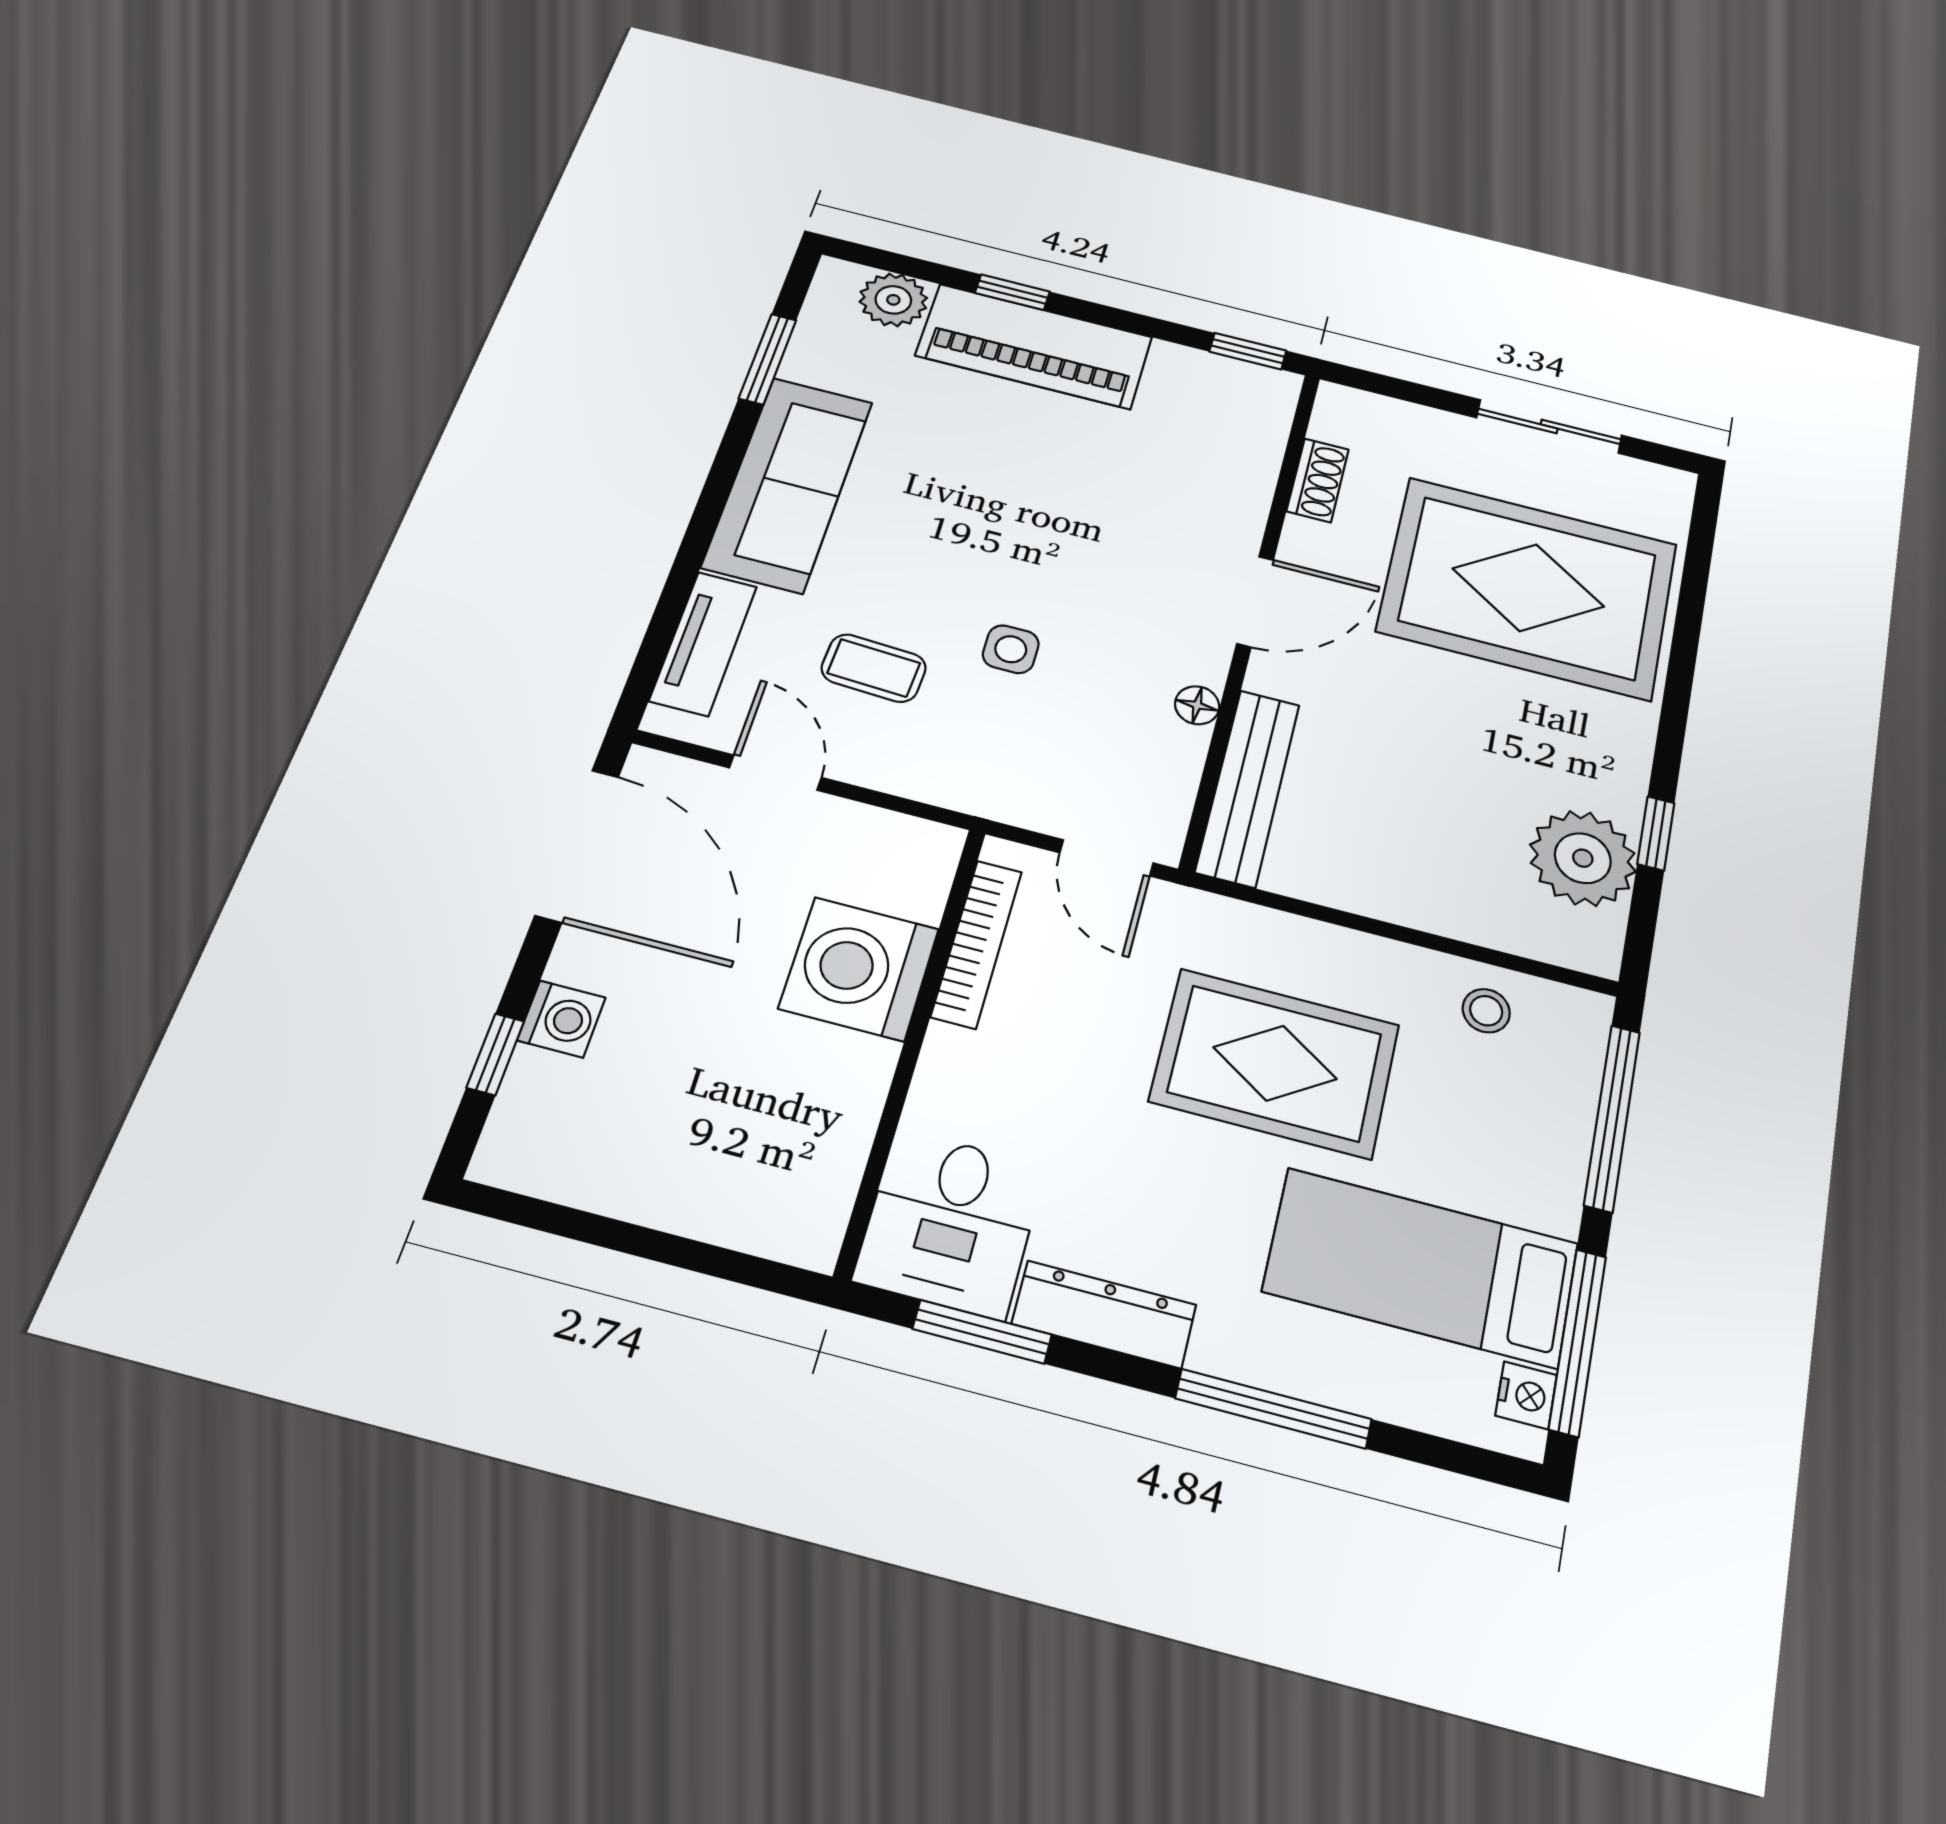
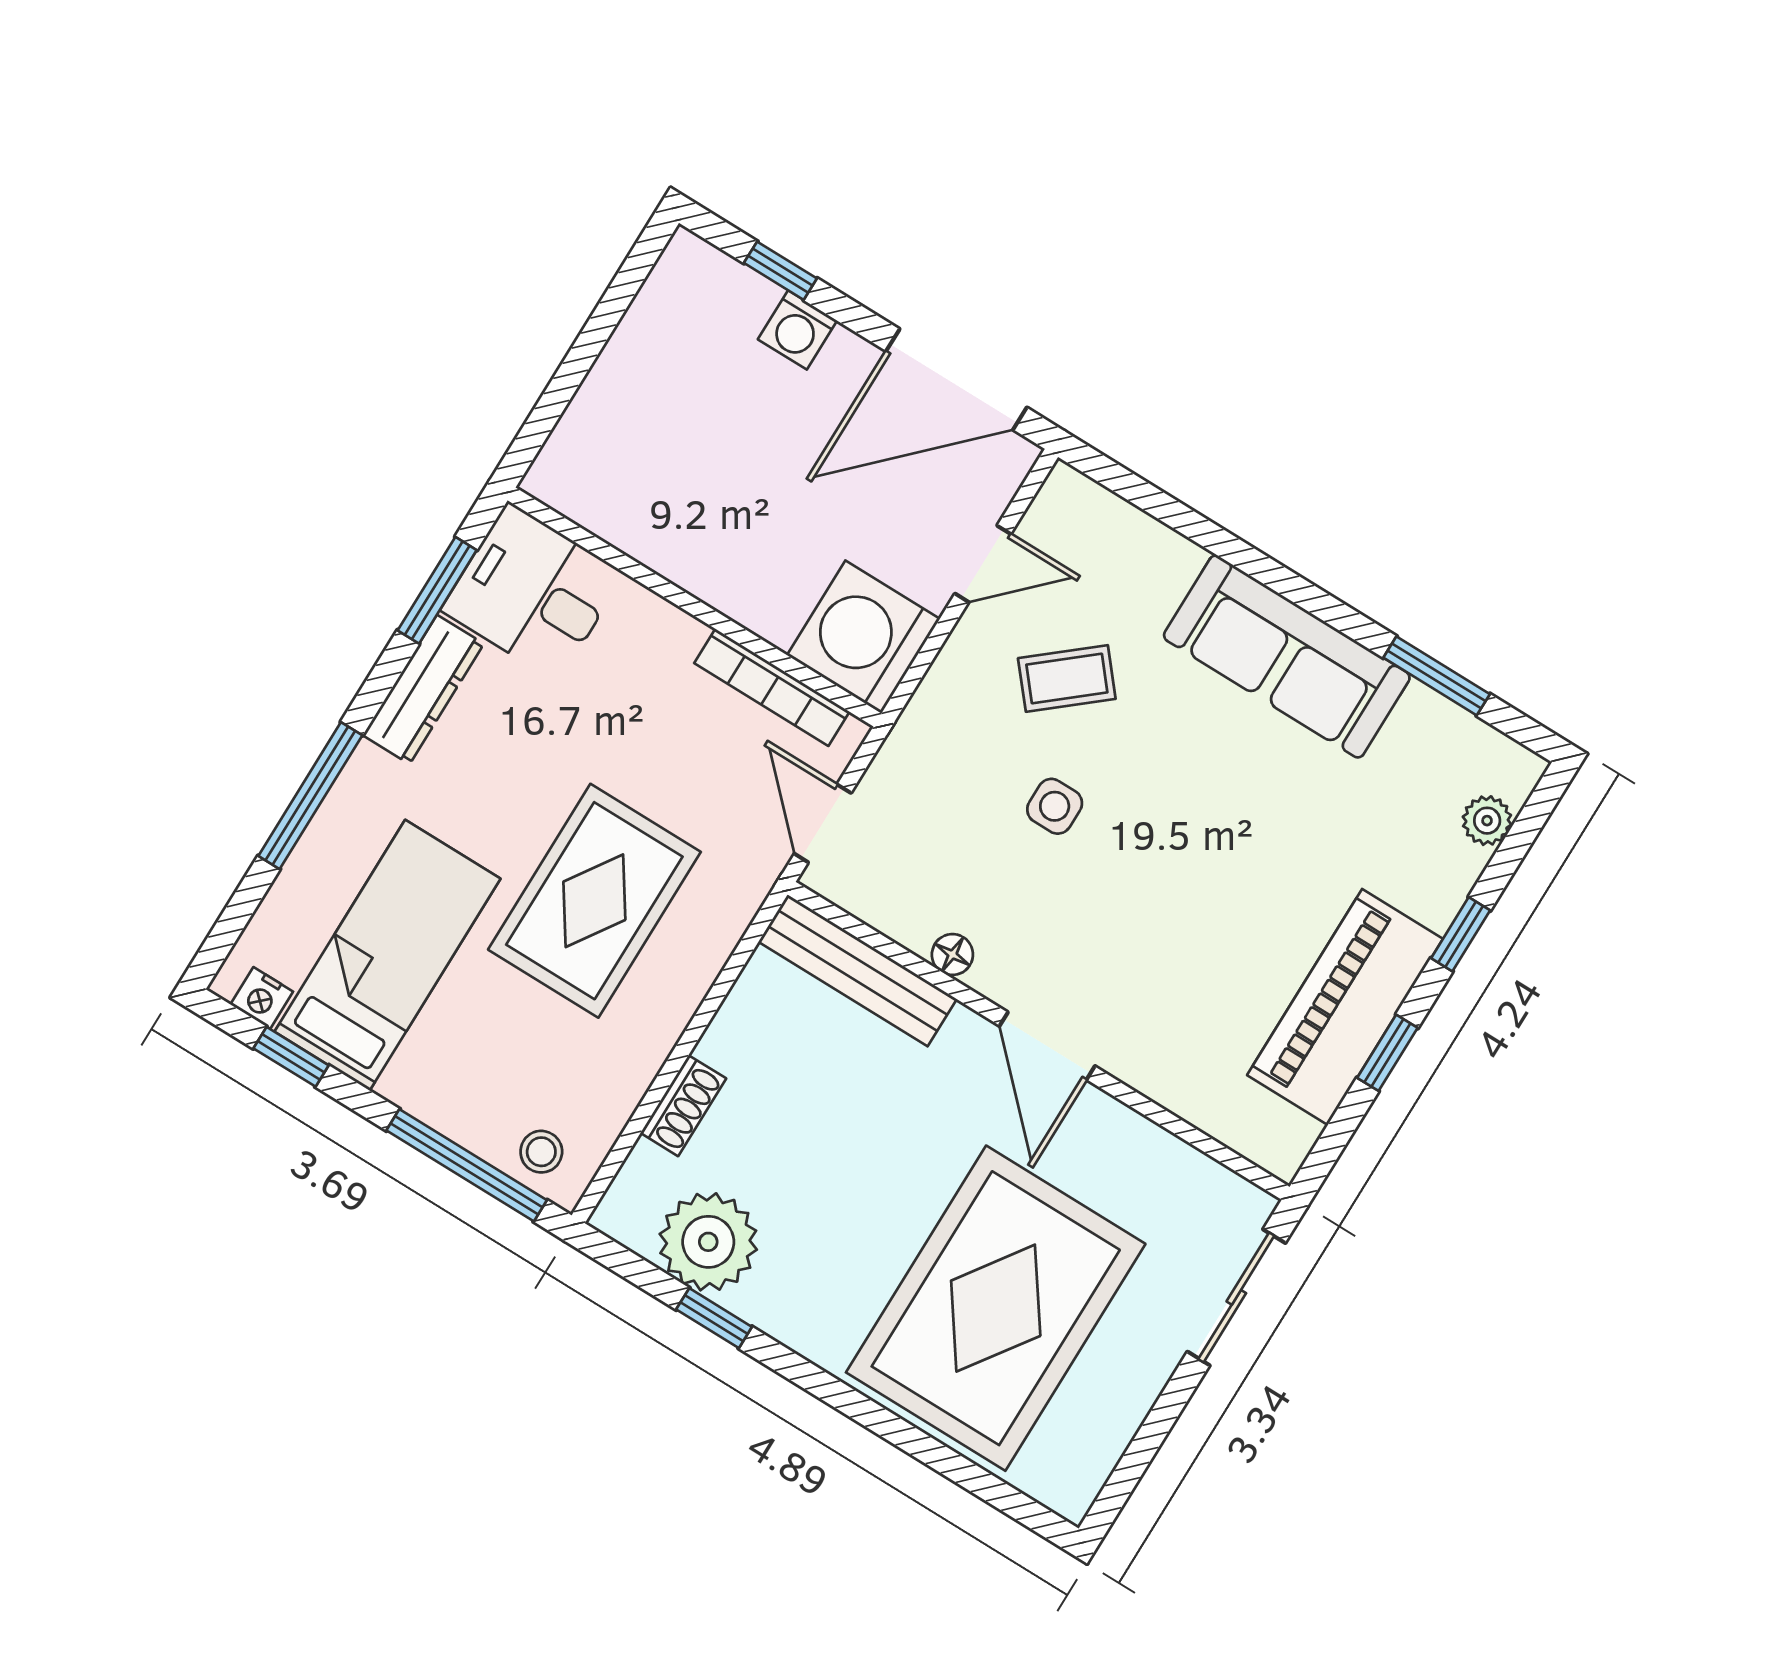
plant: (893, 300) -> (1487, 821), width x0.73, depth x0.73
piano: (1034, 346) -> (1345, 1007), moved
window: (1248, 351) -> (1387, 1053), moved
sliding door: (1549, 426) -> (1236, 1297), moved
shoe rack: (1318, 480) -> (683, 1106), moved, turned -90
tv unit: (703, 643) -> (1132, 536), removed
coffee table: (874, 668) -> (1067, 678), turned 47
door: (1106, 858) -> (823, 823), hinge flipped
washing machine: (859, 969) -> (863, 637), moved, turned -90
stool: (1486, 1011) -> (541, 1152), moved
window: (1578, 1342) -> (291, 1057), width x0.46

